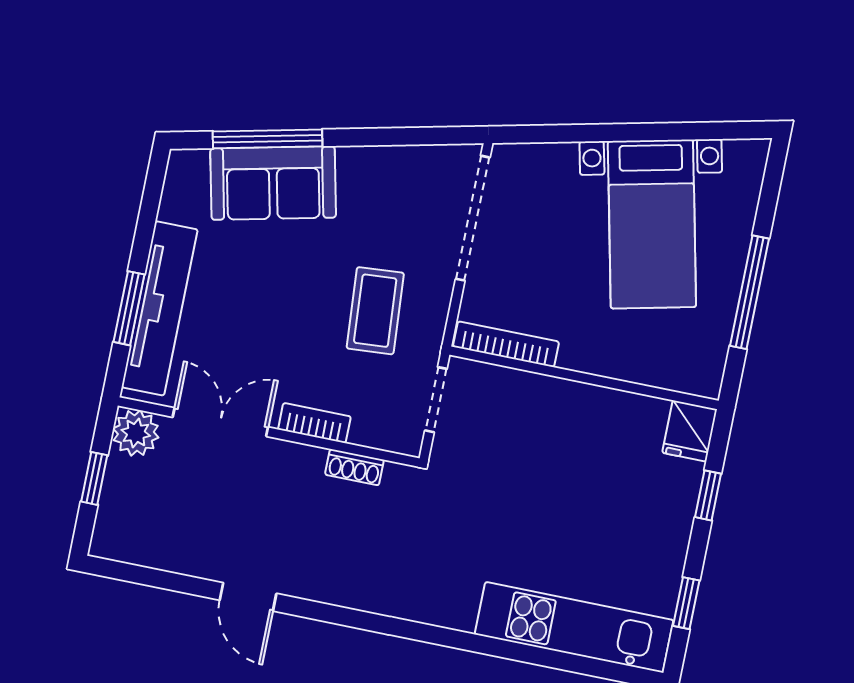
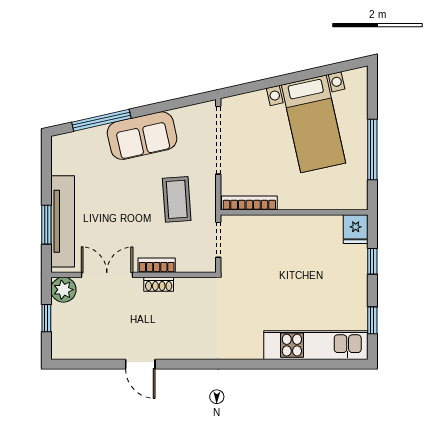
sofa: (273, 183) -> (142, 136), moved
shoe rack: (354, 467) -> (159, 284), moved

